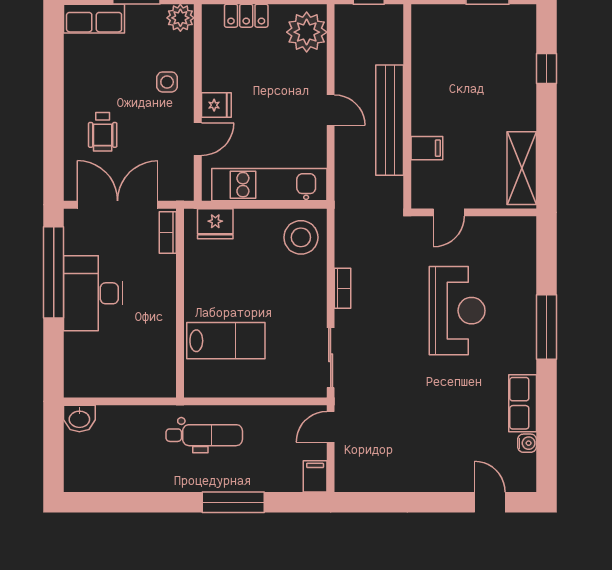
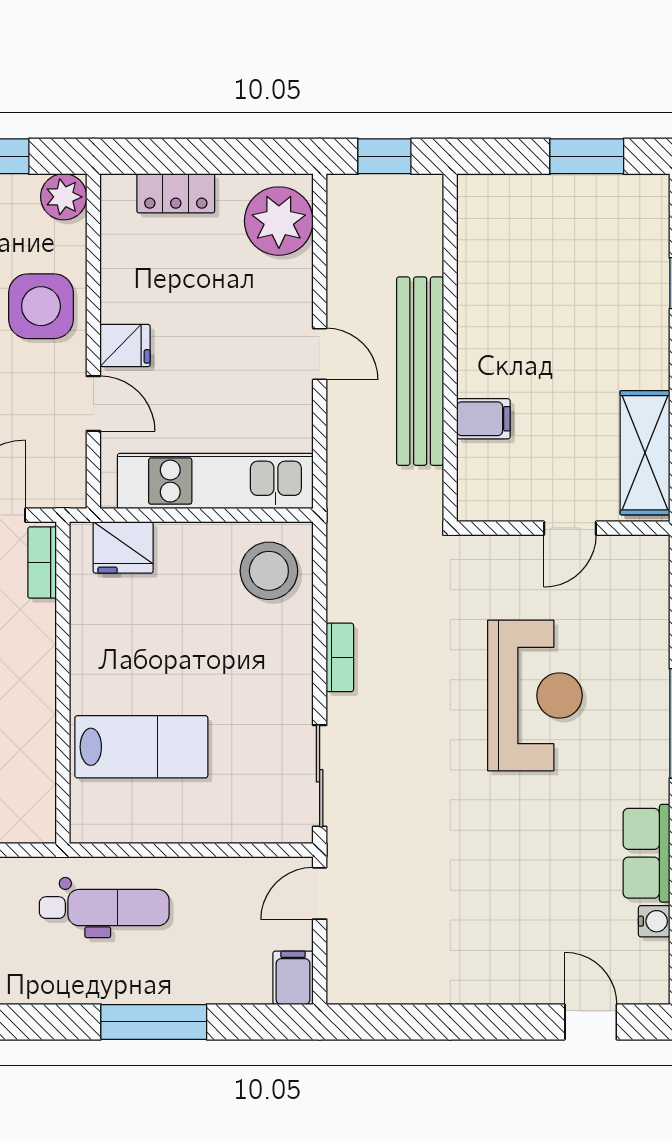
side table: (167, 82) -> (41, 306), width x1.87, depth x1.87
door: (198, 139) -> (93, 404), hinge flipped
door: (449, 212) -> (570, 528), moved

